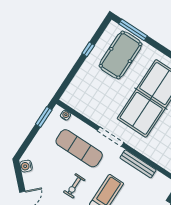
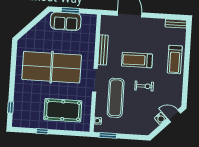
window: (133, 30) -> (10, 107), width x0.46
pool table: (121, 55) -> (63, 110), moved
water cooler: (26, 166) -> (161, 118), moved

